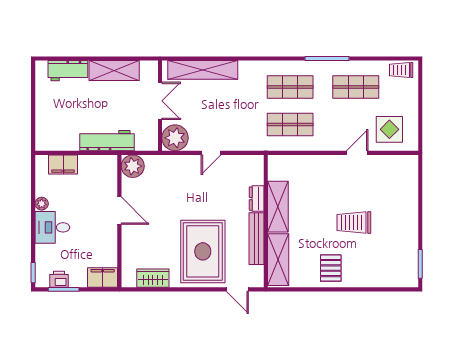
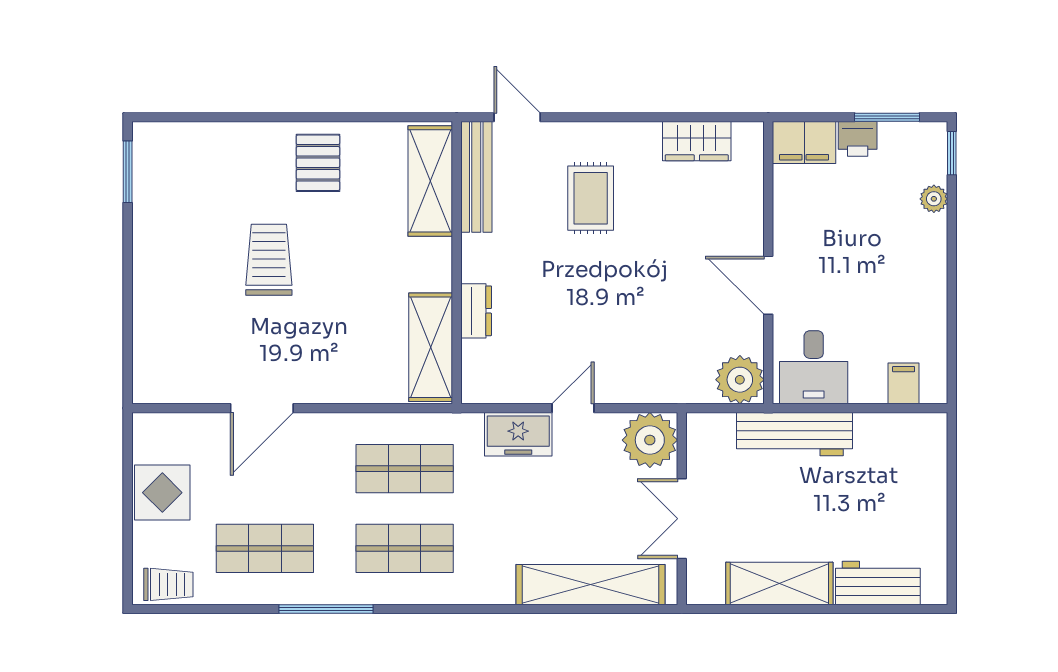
display table: (389, 129) -> (162, 493), moved
freezer: (237, 141) -> (518, 434), added
door: (357, 153) -> (262, 408), width x1.38
filing cabinet: (63, 164) -> (904, 383), width x0.50
plant: (42, 204) -> (934, 199), moved
shelving: (278, 207) -> (431, 347), moved
trolley: (354, 222) -> (269, 260), turned -90
desk: (52, 227) -> (814, 367), moved, turned 90
bench: (257, 239) -> (476, 177), moved
rug: (203, 251) -> (591, 198), width x0.54, depth x0.49
printer: (59, 279) -> (858, 139), moved

